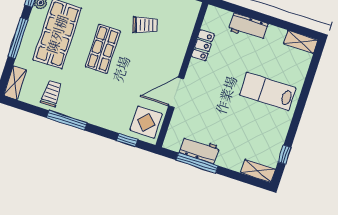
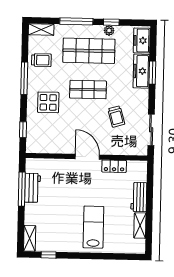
shelving: (301, 42) -> (140, 226), moved
door: (176, 92) -> (87, 157), moved
display table: (146, 122) -> (48, 102), moved

